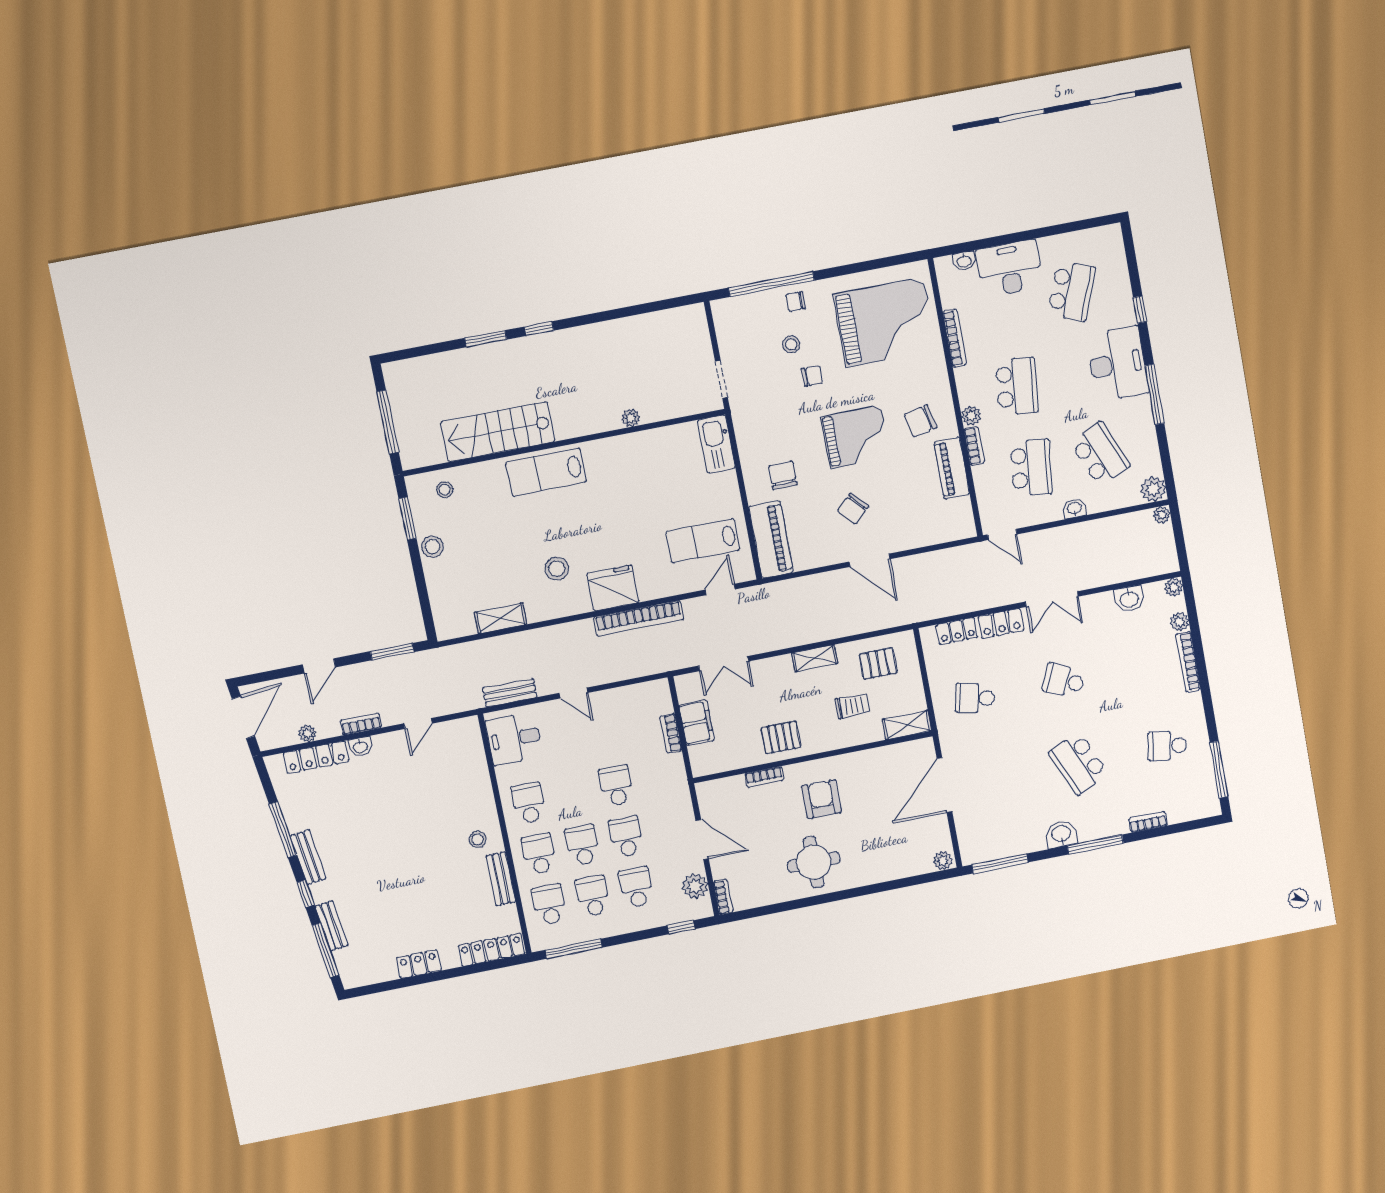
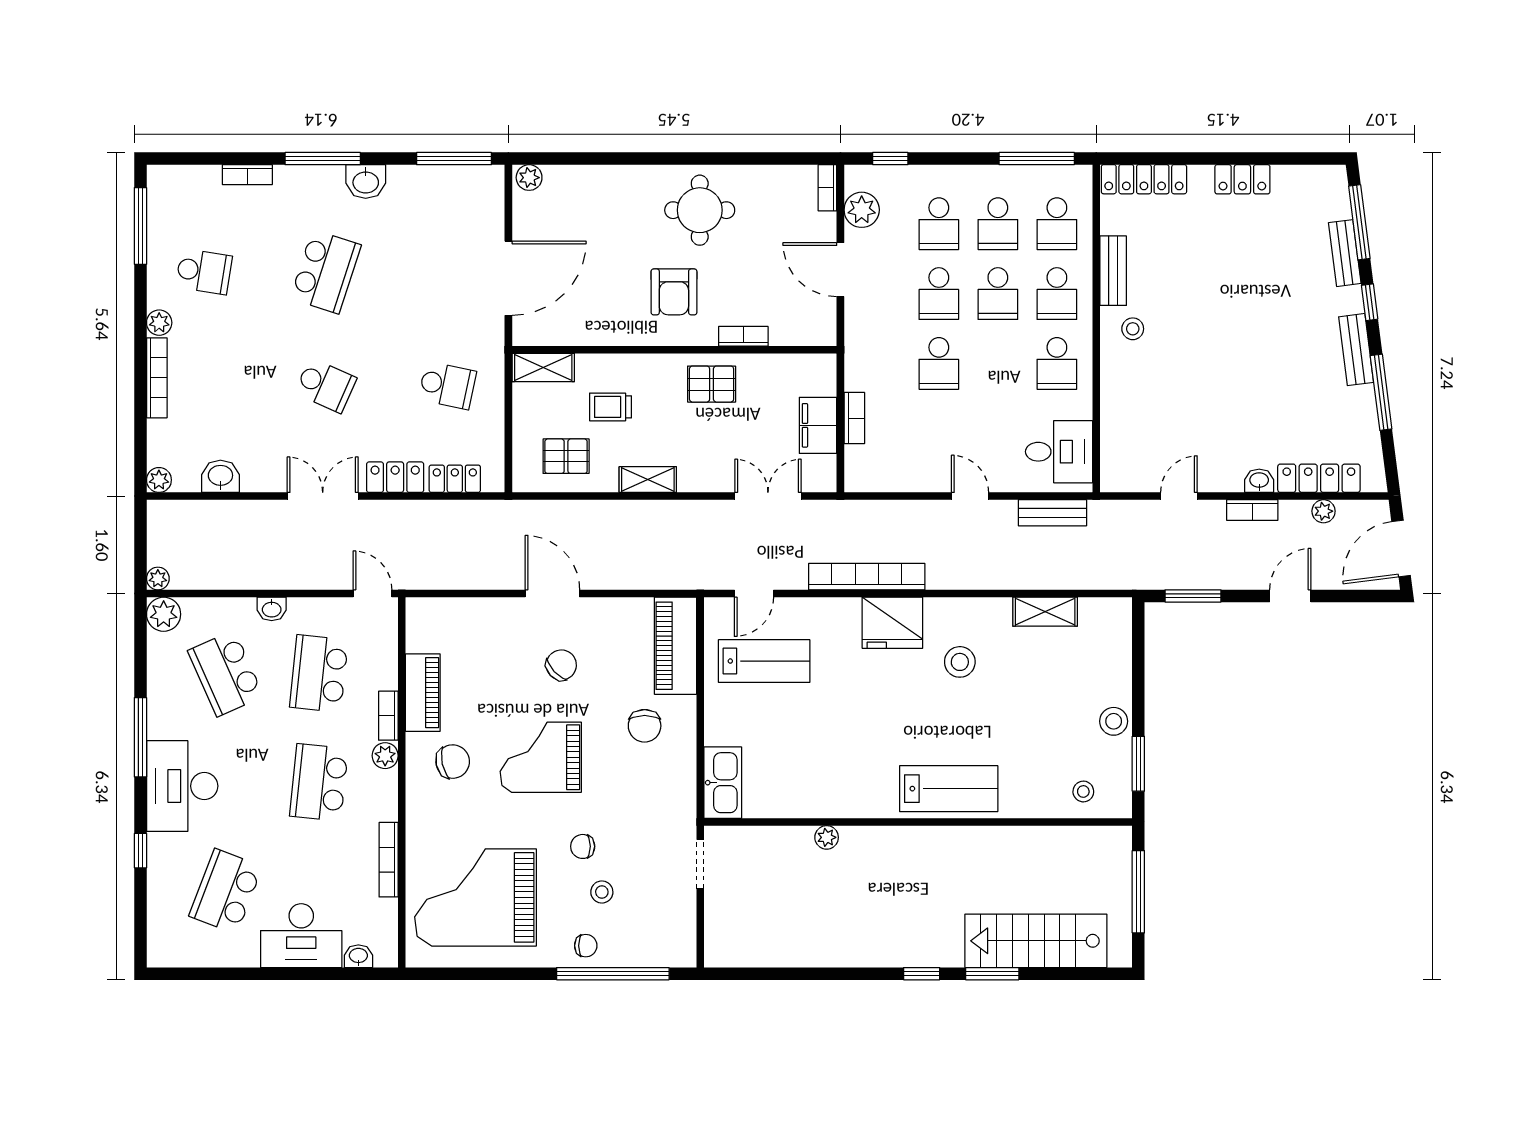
stairs: (498, 432) -> (1036, 941), moved, turned 180
plant: (1179, 622) -> (159, 323), moved
school desk: (1079, 763) -> (326, 272), turned 42

